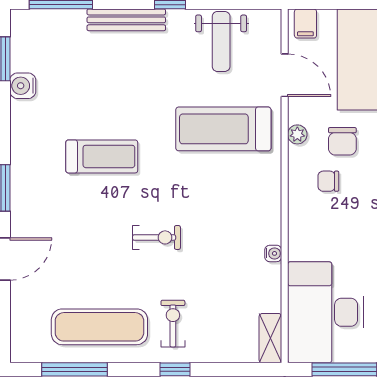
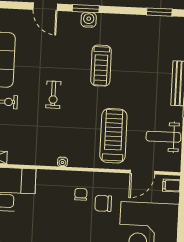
water cooler: (23, 86) -> (89, 20), moved
plant: (297, 134) -> (108, 178), removed
water cooler: (273, 253) -> (62, 162), moved

